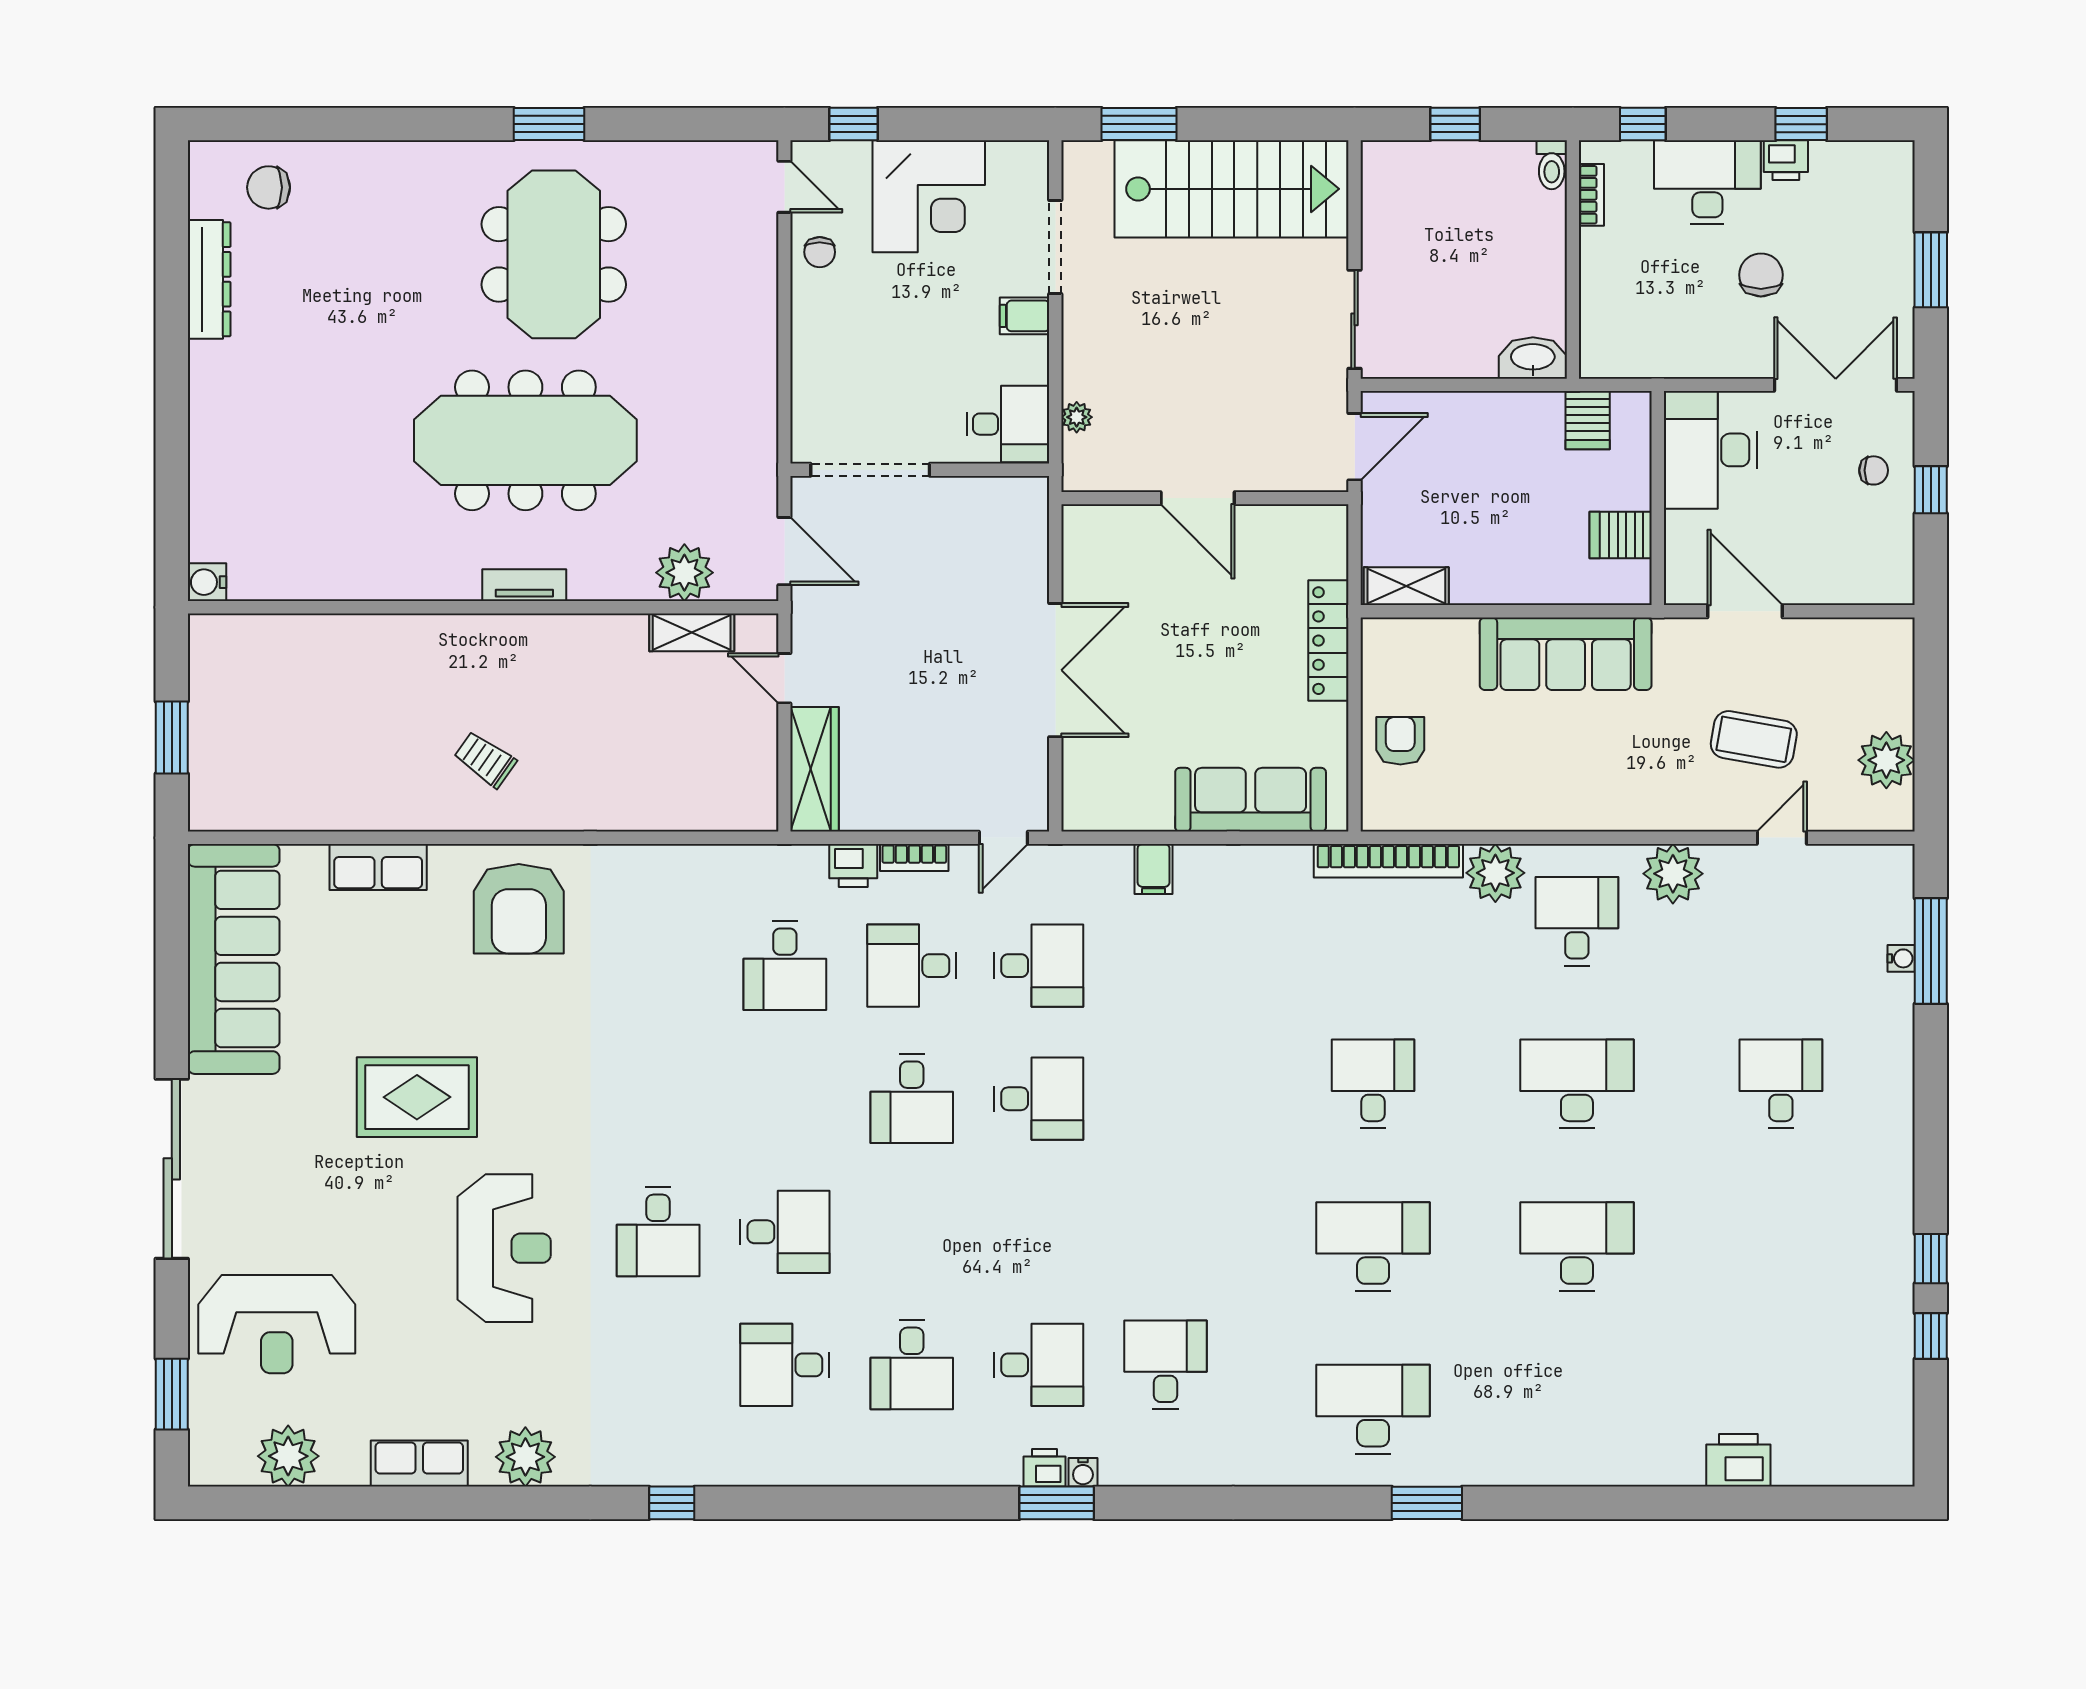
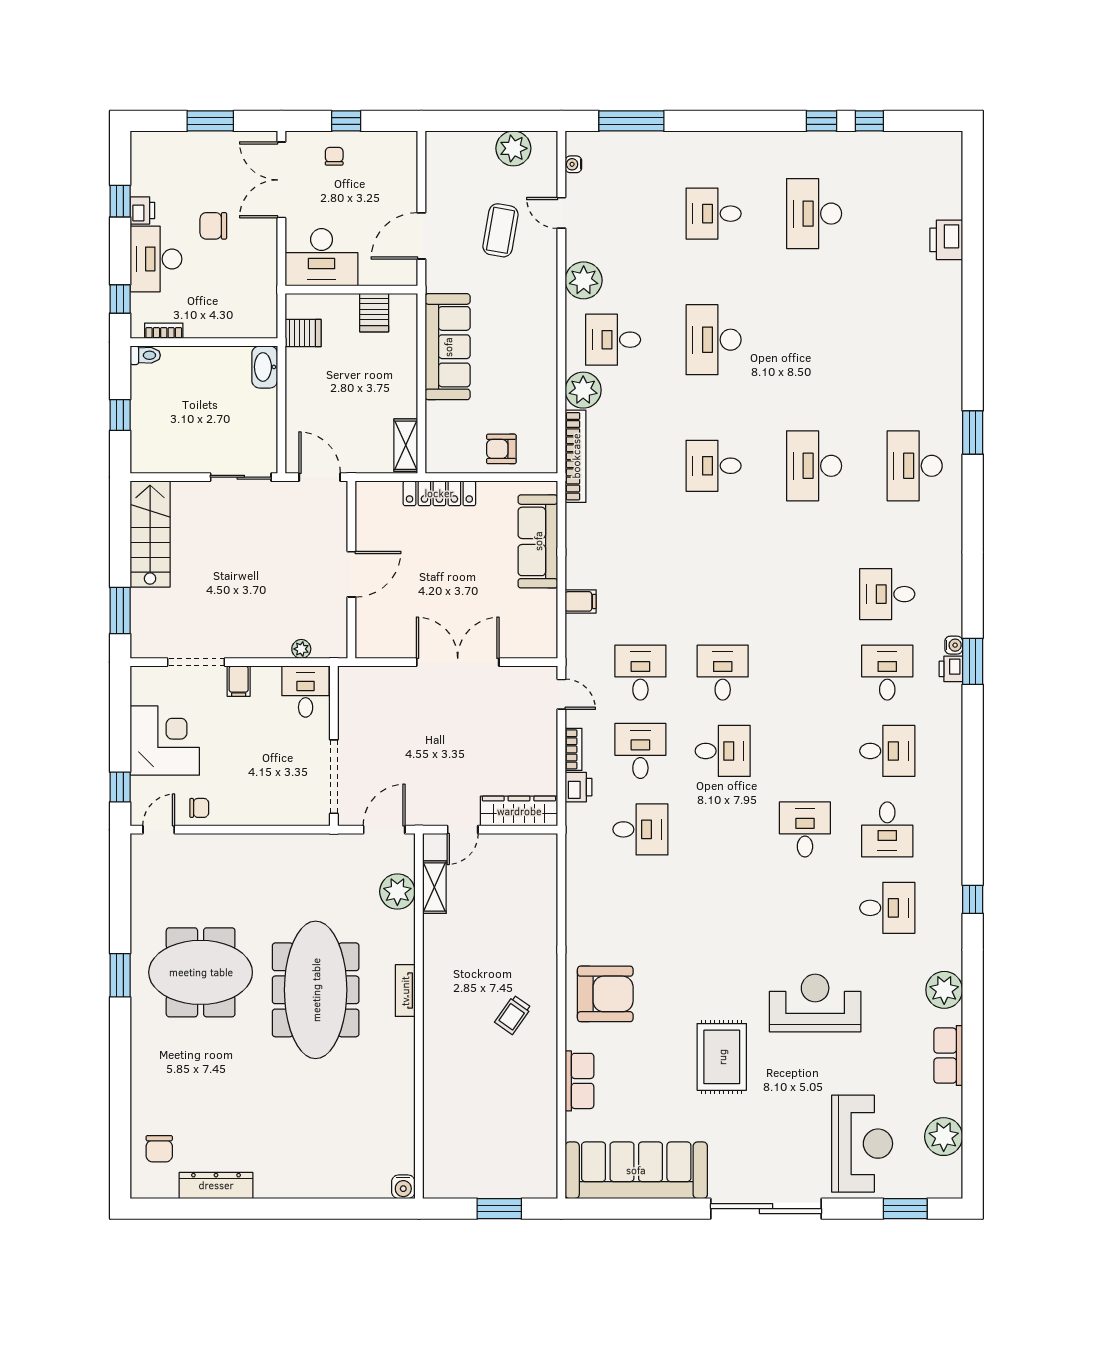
stairs: (1232, 189) -> (150, 534), width x0.73, depth x0.66
water cooler: (1901, 958) -> (573, 164), moved, turned -90
desk: (912, 966) -> (640, 751), turned 180
desk: (658, 1232) -> (887, 908), moved
desk: (1577, 1247) -> (814, 214), moved

